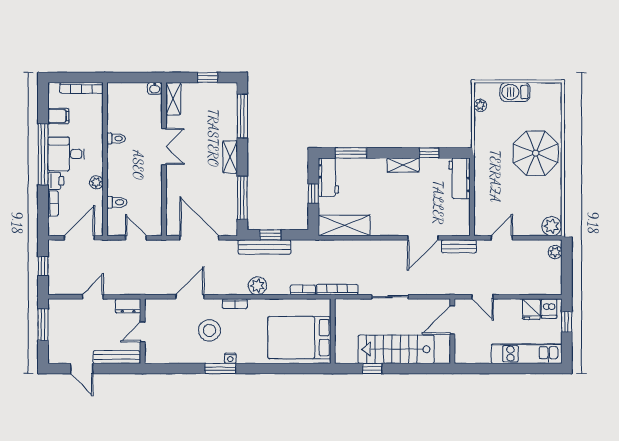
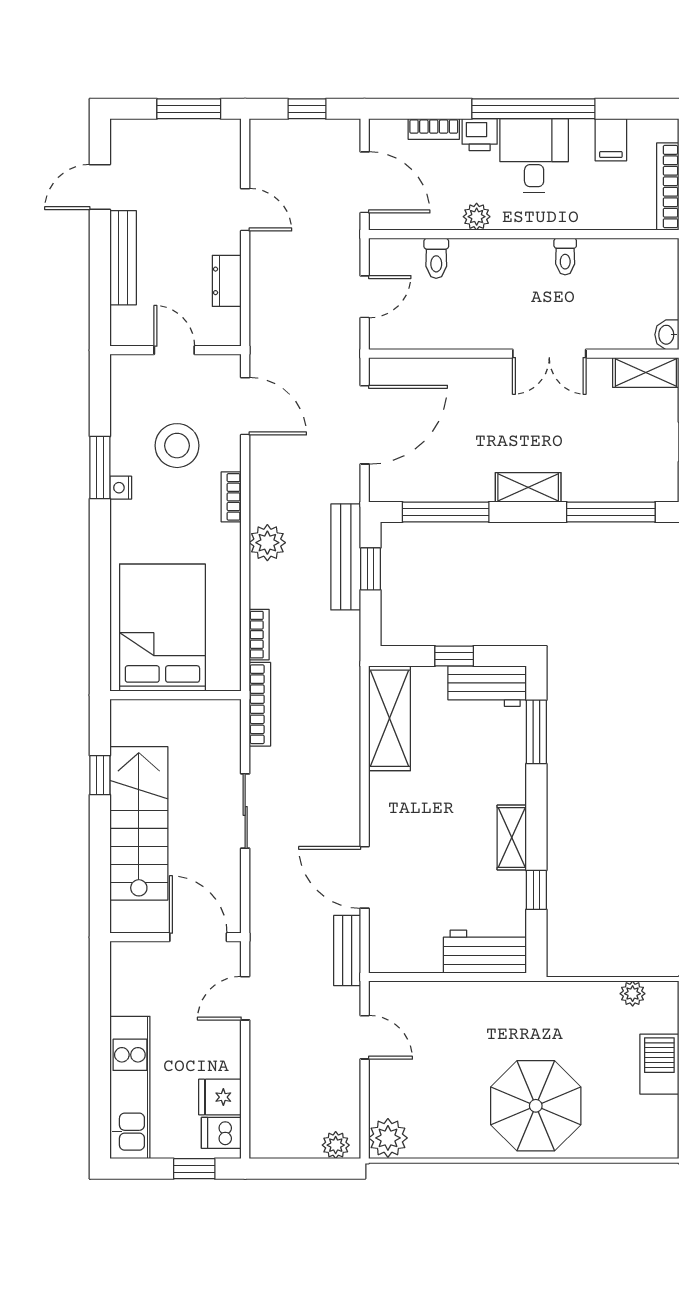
wall: (143, 331) -> (175, 350), moved
door: (143, 332) -> (174, 350), moved

